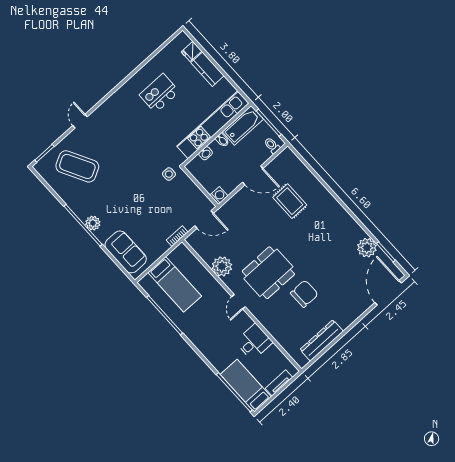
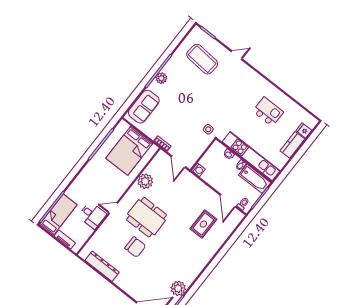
coffee table: (77, 166) -> (202, 59), turned -57
door: (253, 175) -> (228, 201), moved
bed: (175, 284) -> (129, 151), width x1.50
door: (238, 302) -> (113, 208), moved

